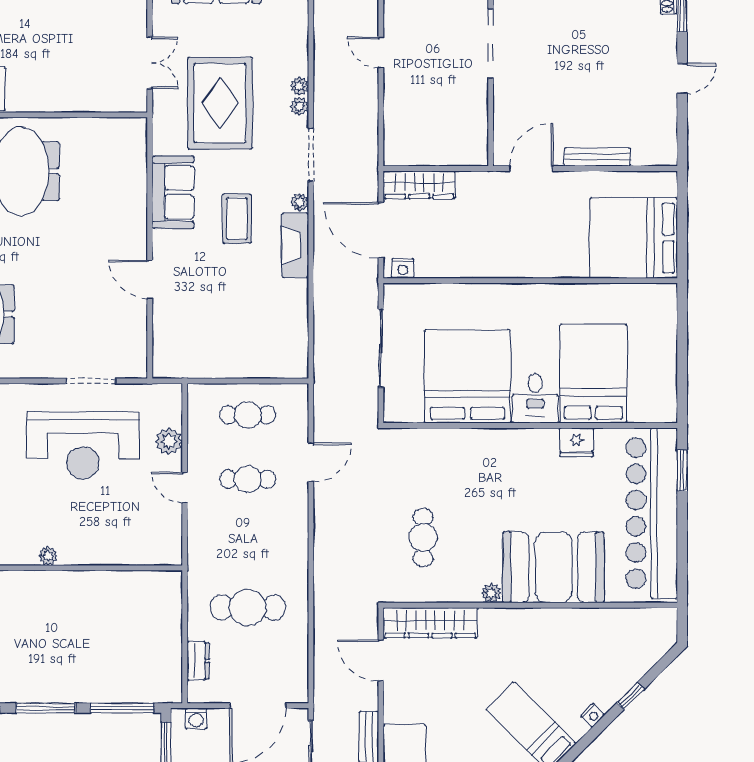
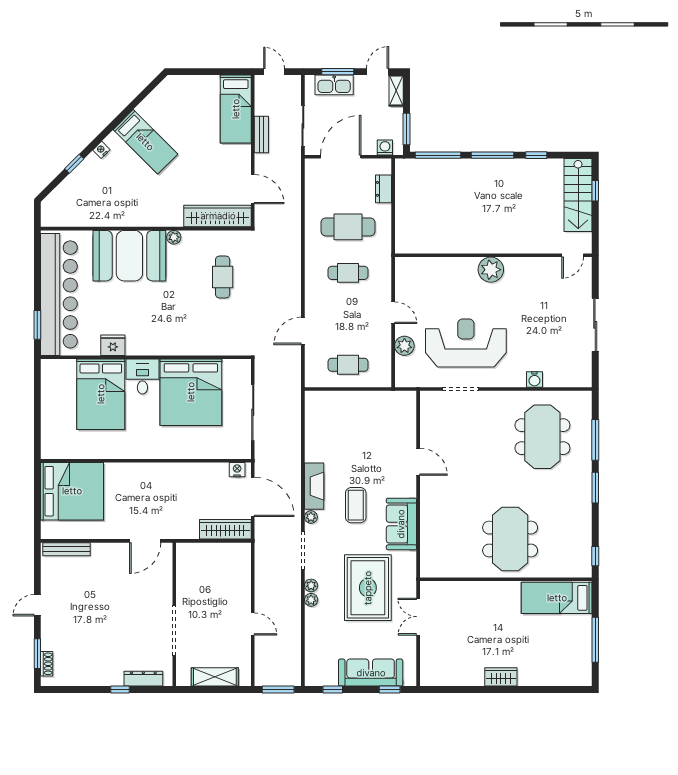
bench: (597, 157) -> (66, 549), moved
cafe table: (248, 479) -> (348, 273), moved
plant: (48, 556) -> (491, 270), width x1.88, depth x1.88

